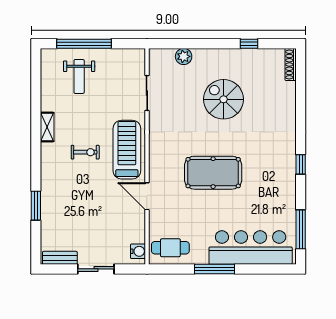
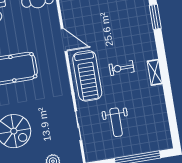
weight bench: (79, 76) -> (116, 122), moved, turned 180
shelving: (47, 127) -> (155, 72), moved

